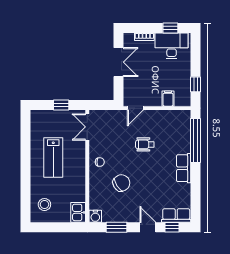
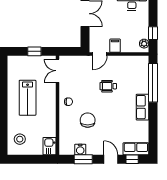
plant: (185, 96) -> (144, 44), added
filing cabinet: (168, 99) -> (115, 46), moved
chair: (121, 183) -> (88, 120), turned -57
water cooler: (95, 216) -> (80, 150), moved

